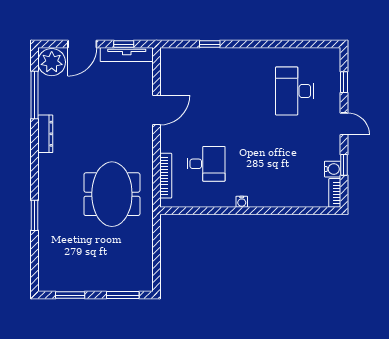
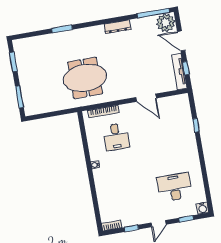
window: (34, 95) -> (153, 13), moved
water cooler: (333, 169) -> (203, 208), moved

